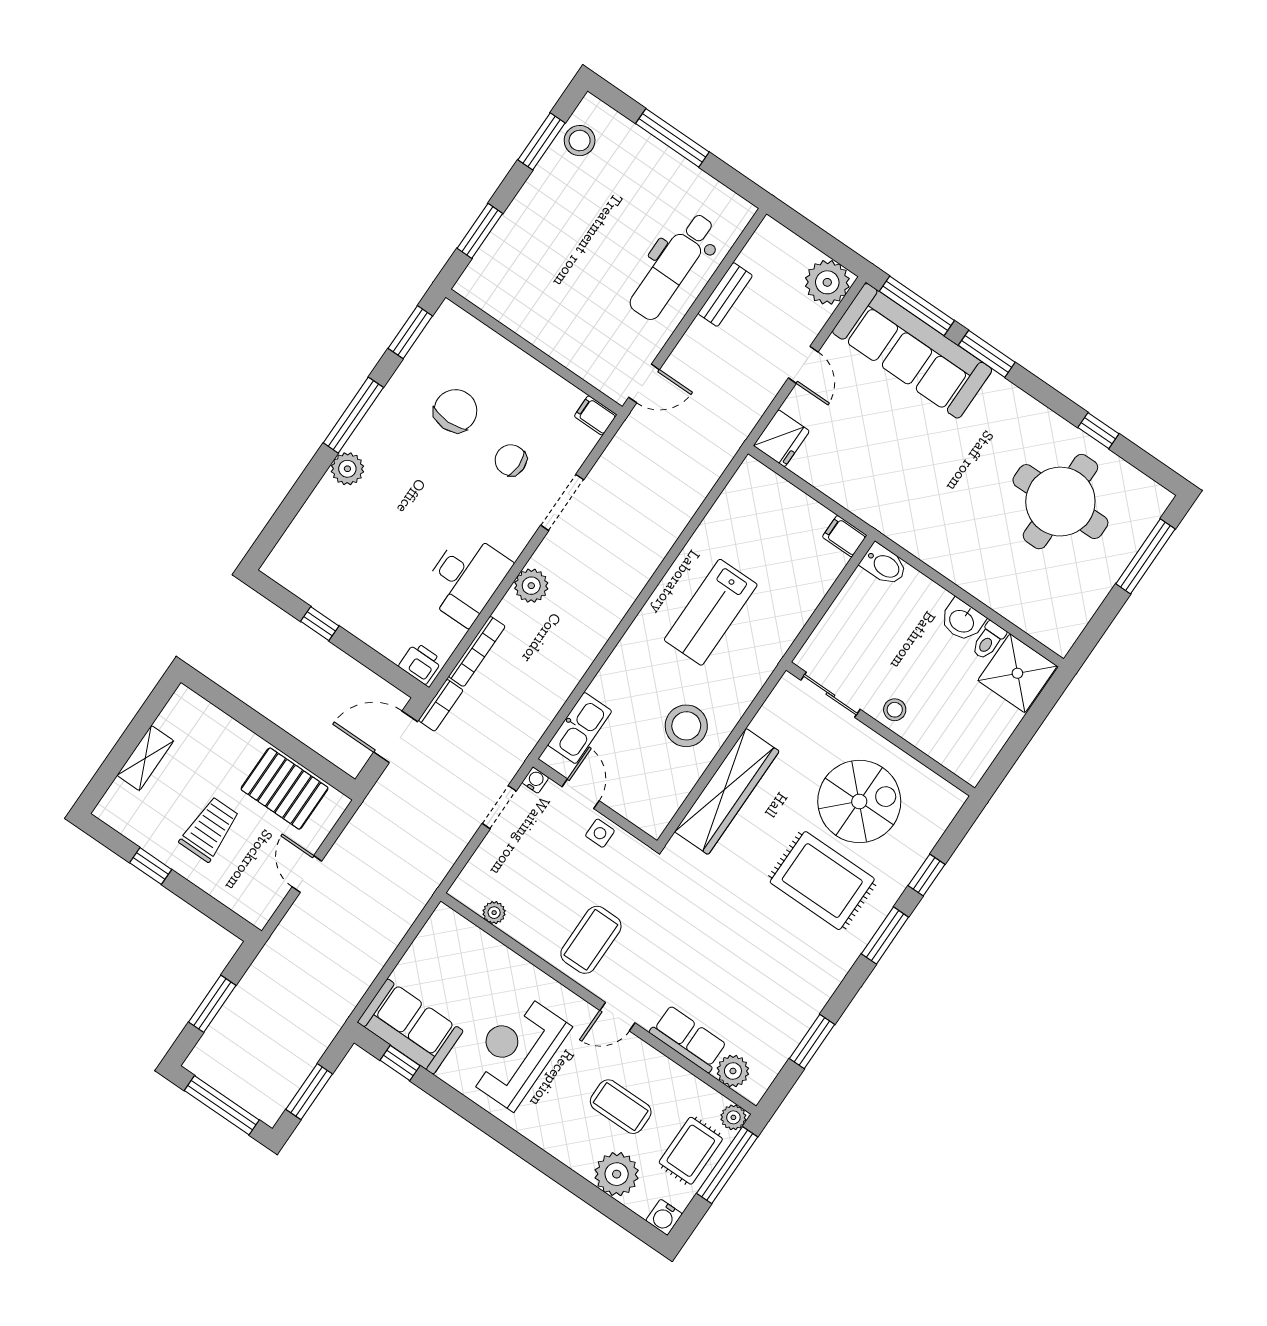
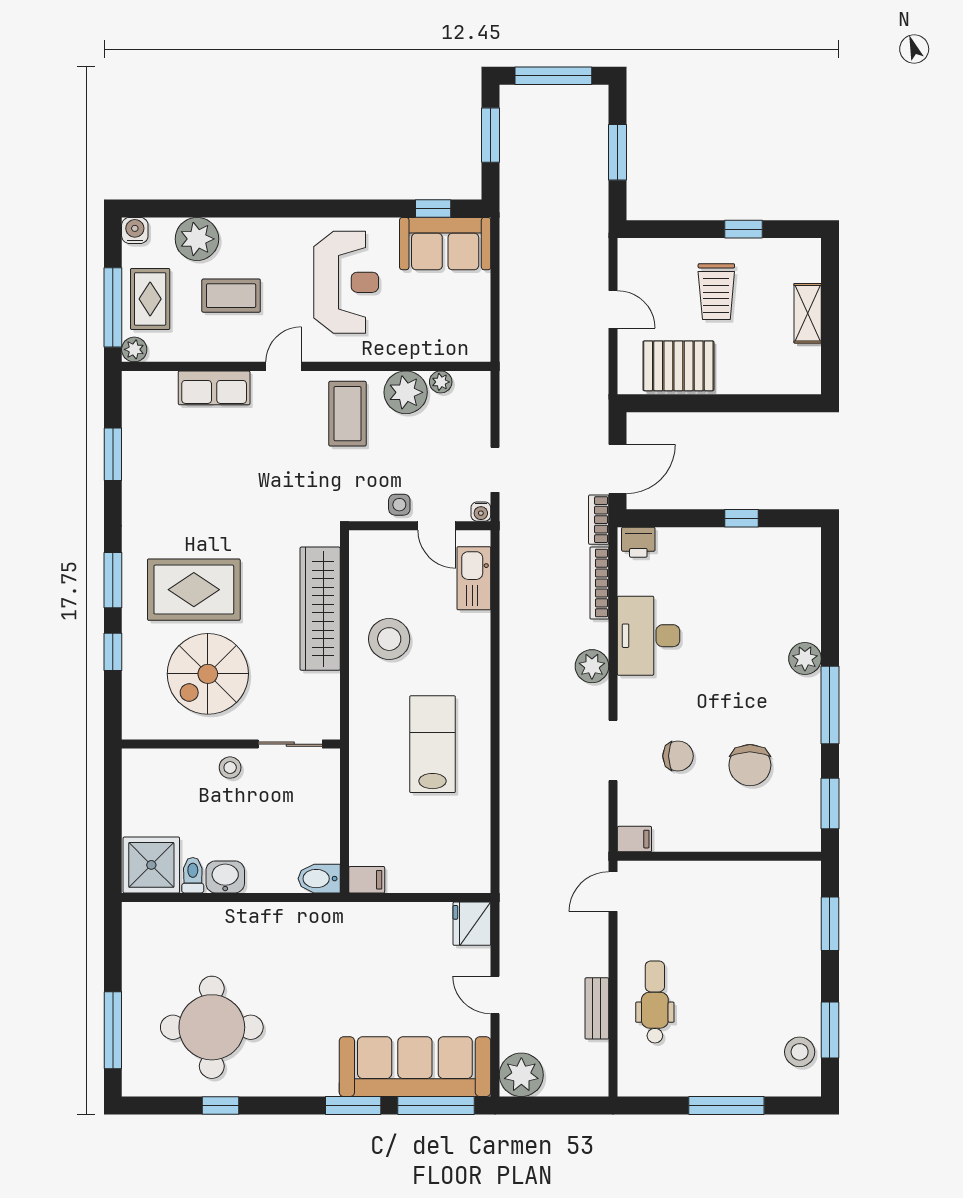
dental chair: (673, 266) -> (655, 1002), width x0.73, depth x0.72
plant: (733, 1071) -> (406, 392), moved, width x1.36, depth x1.36

